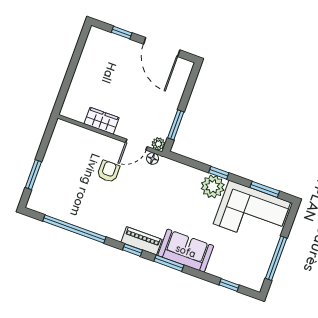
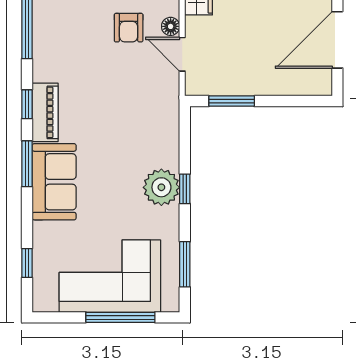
plant: (158, 144) -> (195, 86), removed
floor lamp: (153, 158) -> (171, 26), moved
armchair: (108, 171) -> (129, 28), turned 90
corner sofa: (252, 213) -> (110, 276), moved, turned 90
window: (276, 258) -> (120, 317), moved

